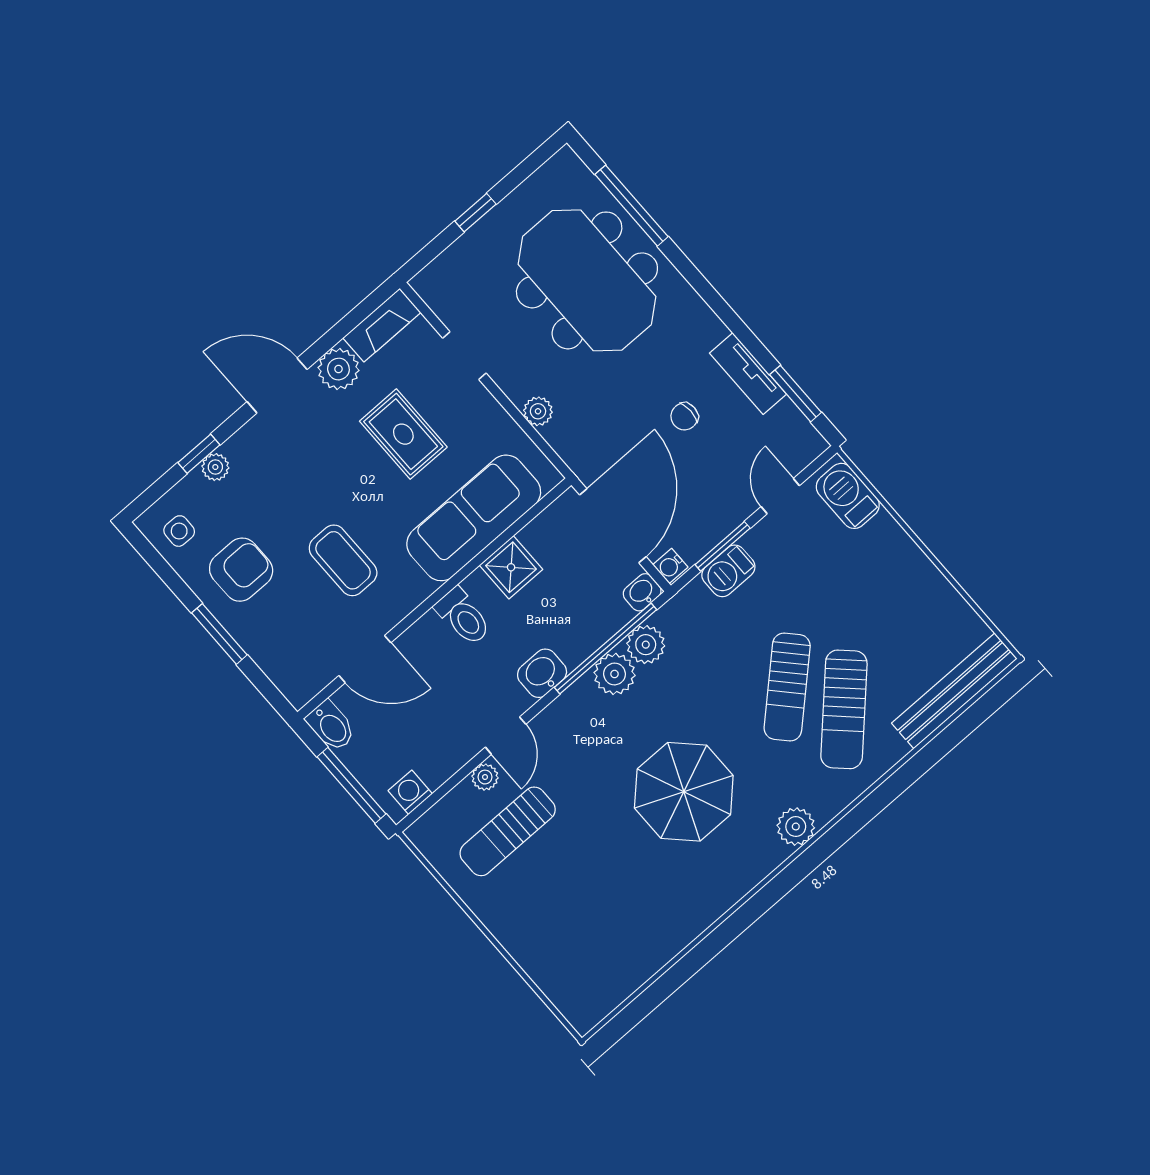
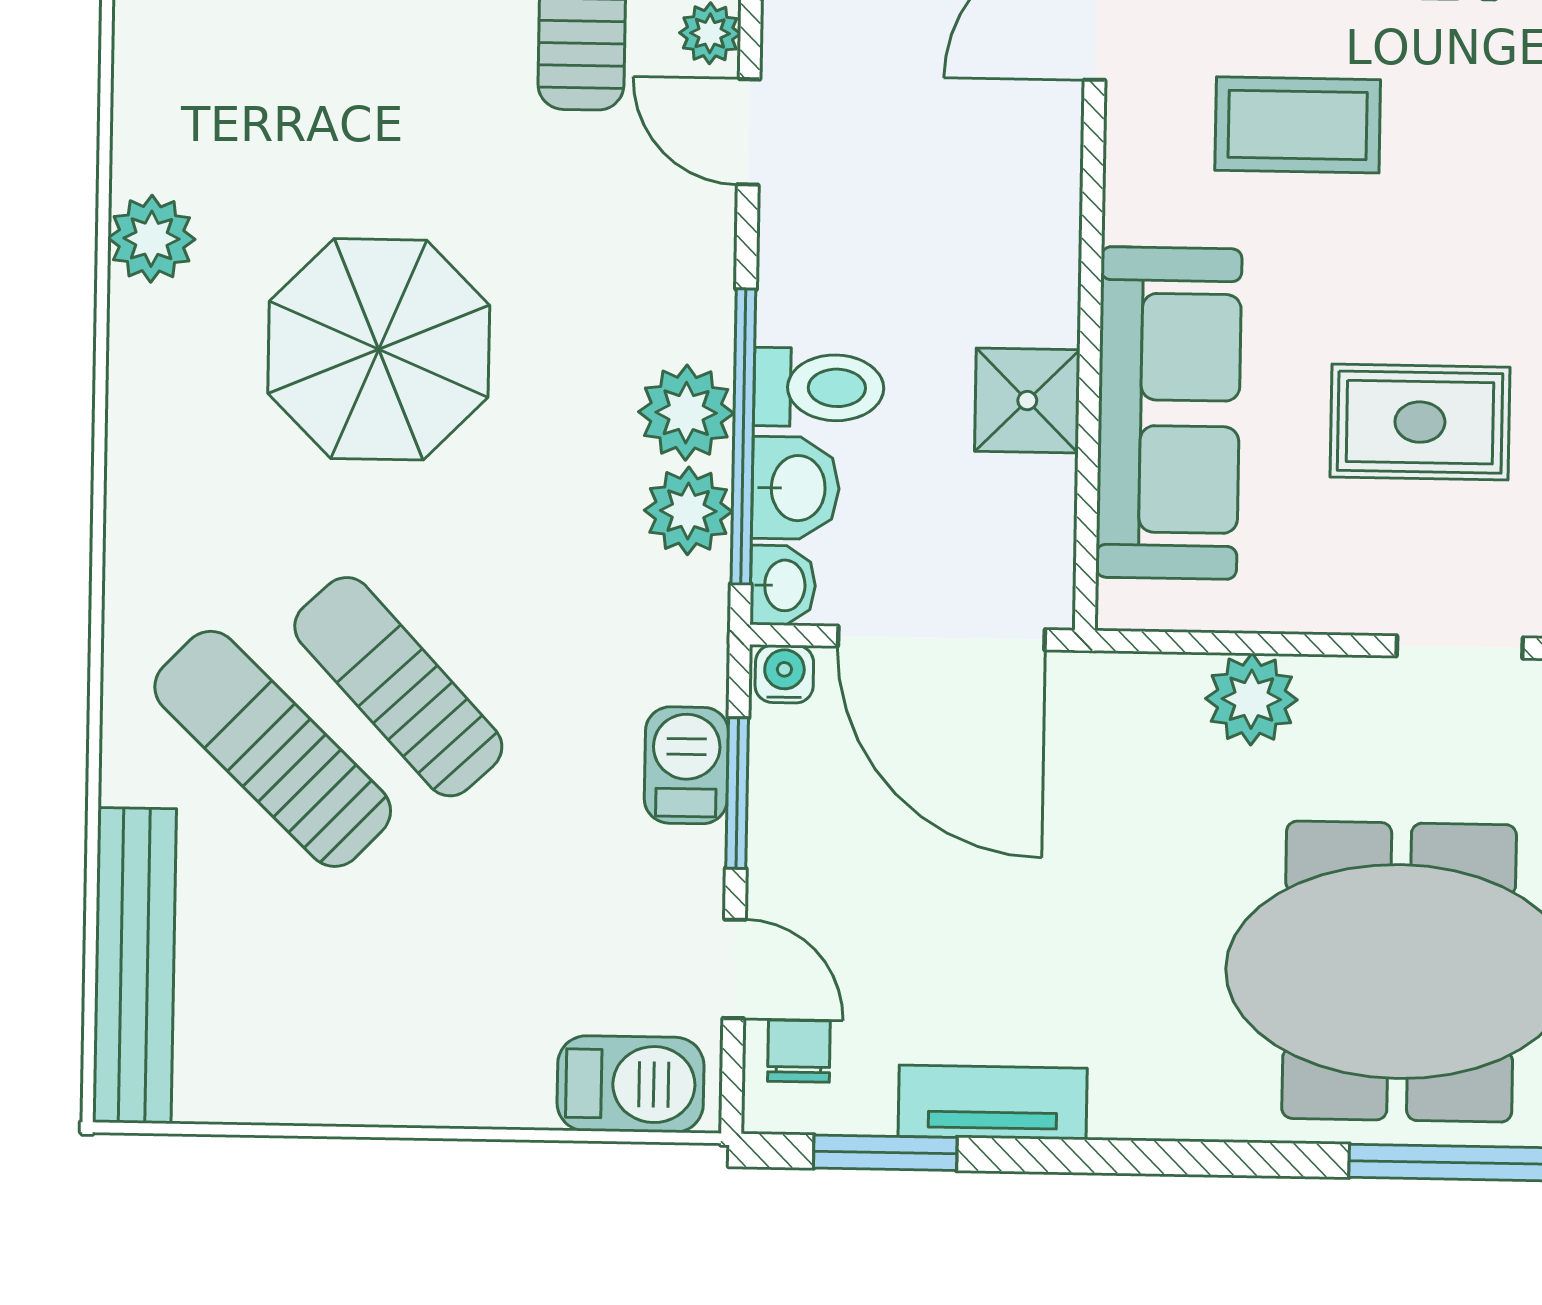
plant: (538, 411) -> (1251, 699), width x1.38, depth x1.38
chair: (684, 416) -> (799, 1051), moved
toilet: (463, 617) -> (819, 388), moved, turned 180
washbasin: (542, 673) -> (796, 488), moved
plant: (796, 827) -> (151, 239), moved

